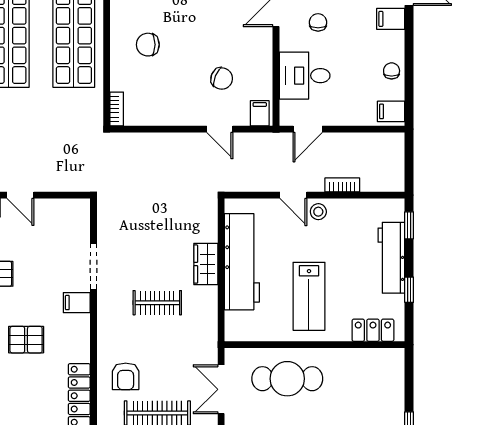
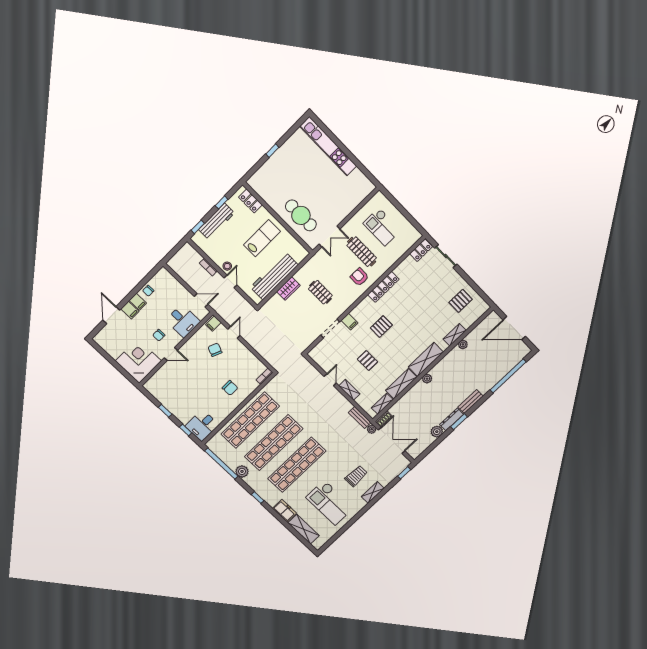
filing cabinet: (391, 111) -> (138, 302), moved
pallet: (26, 340) -> (381, 327), turned 90
armchair: (126, 376) -> (359, 277), turned -90

